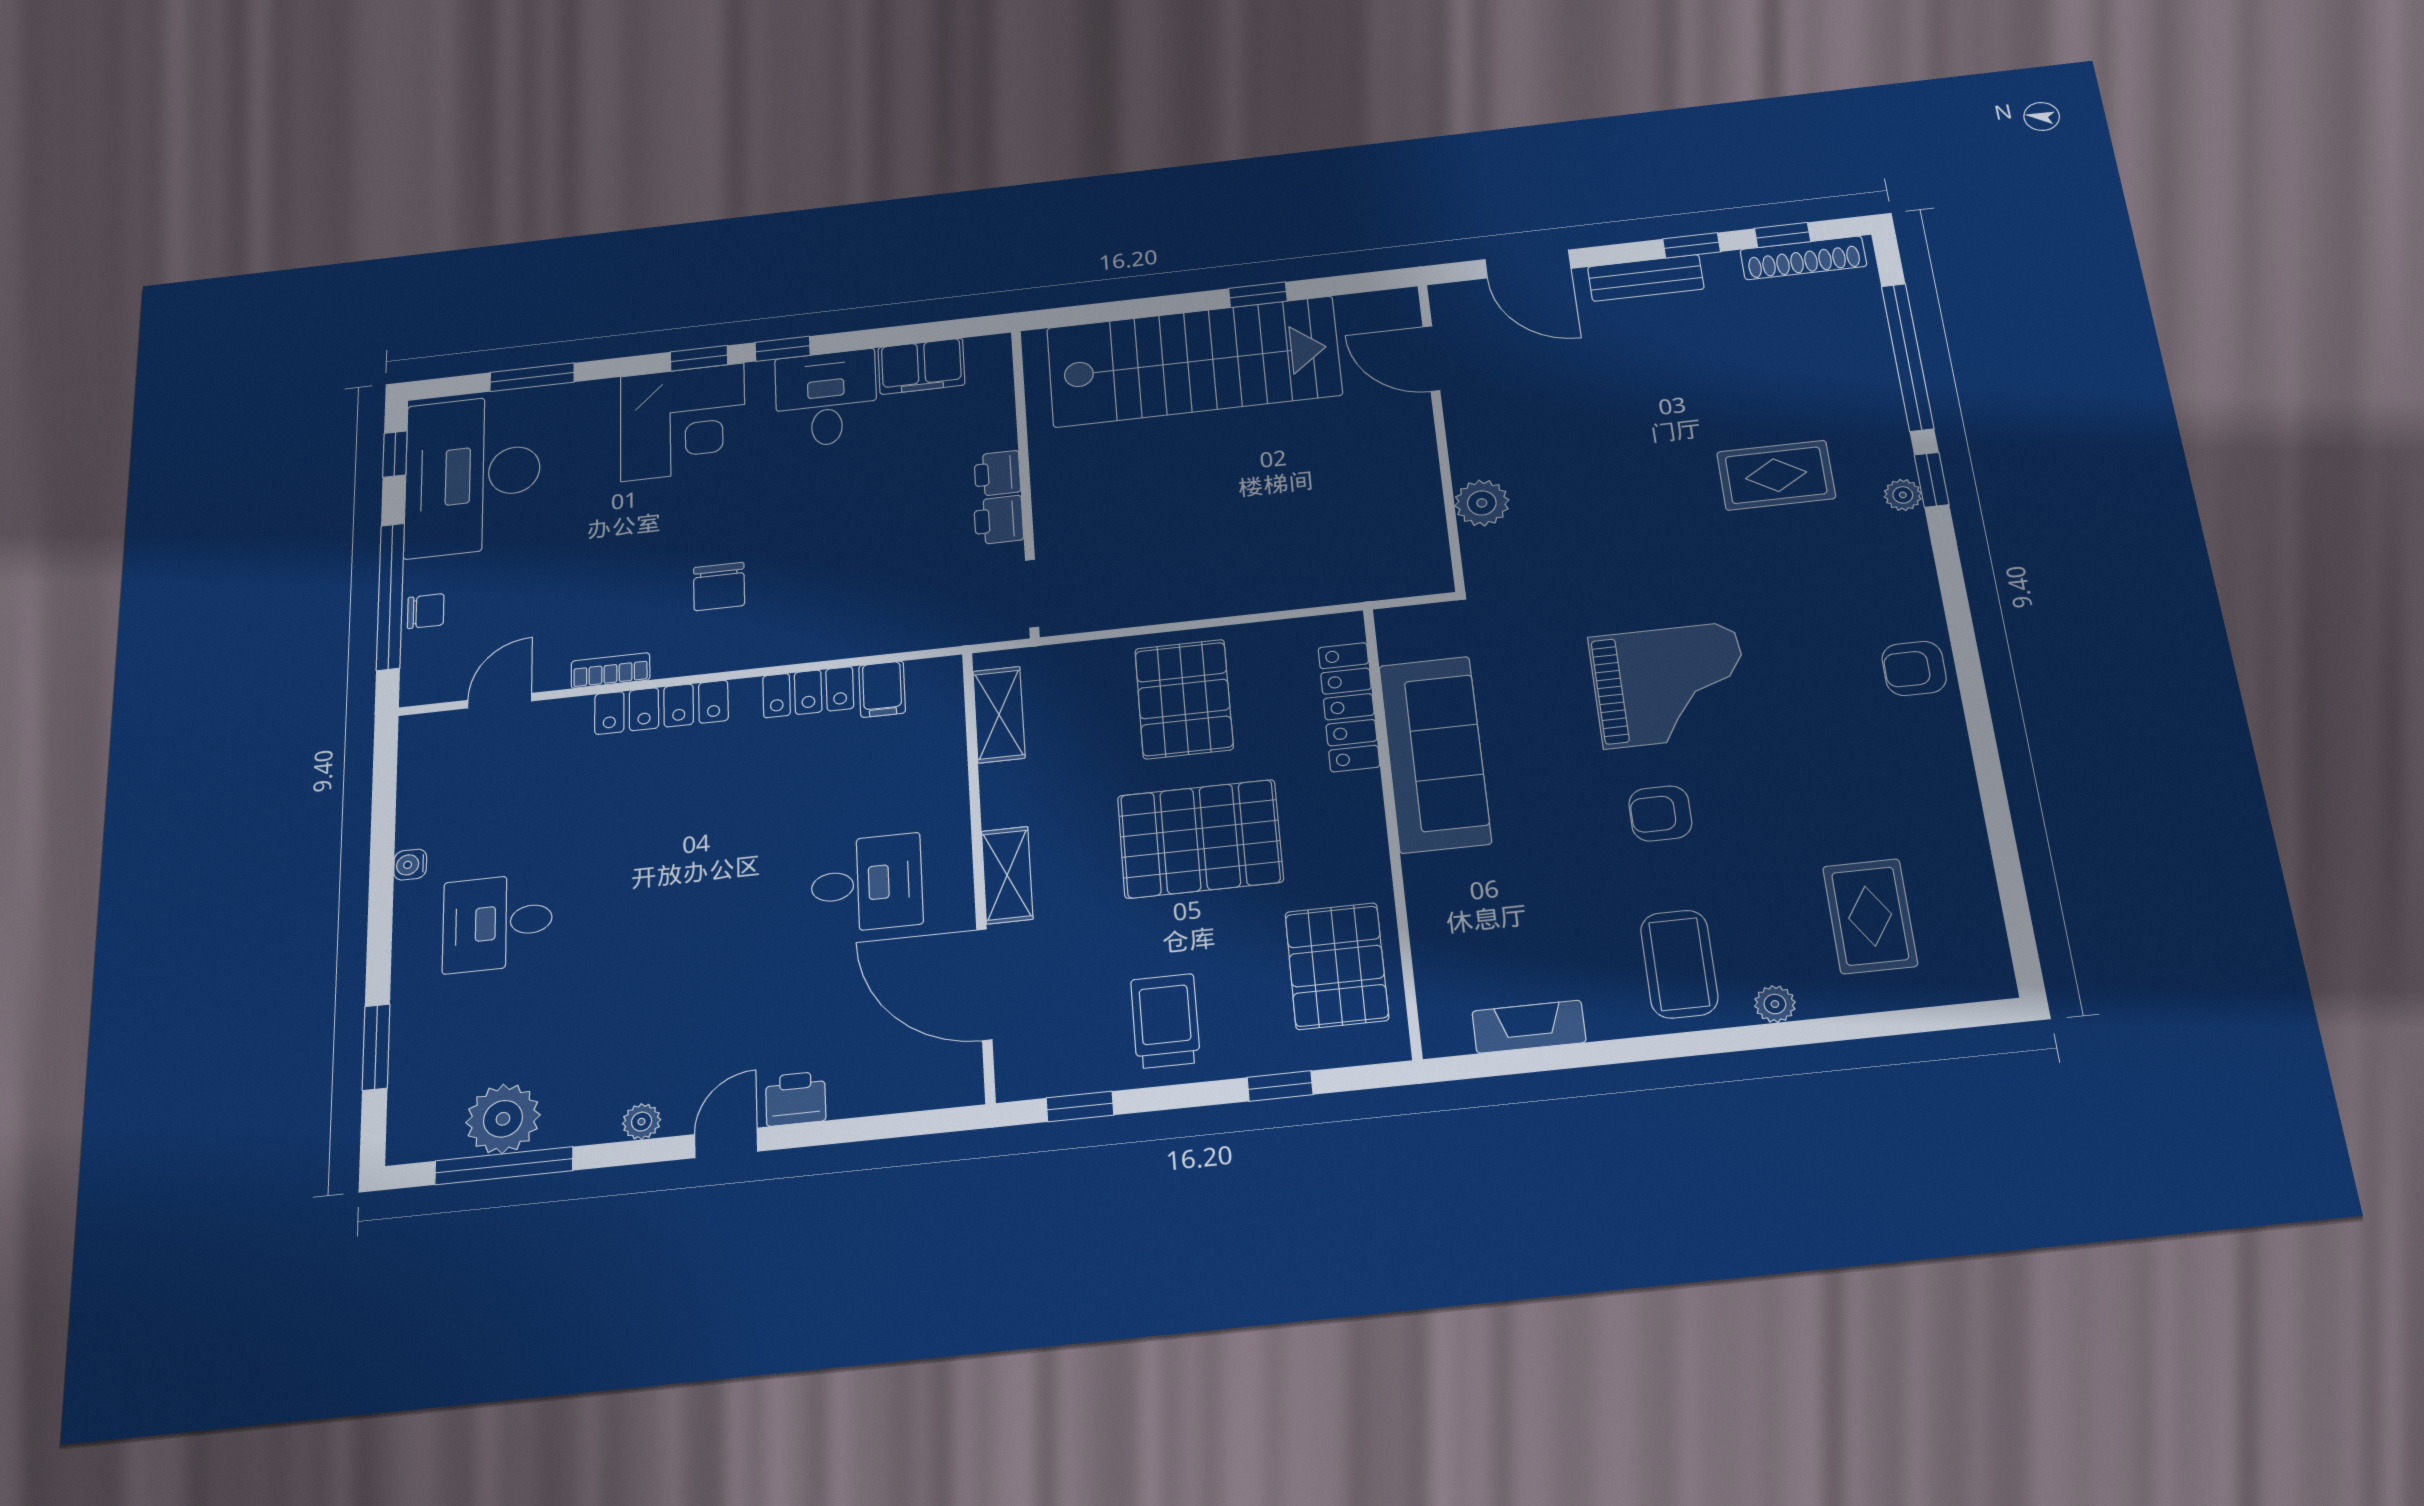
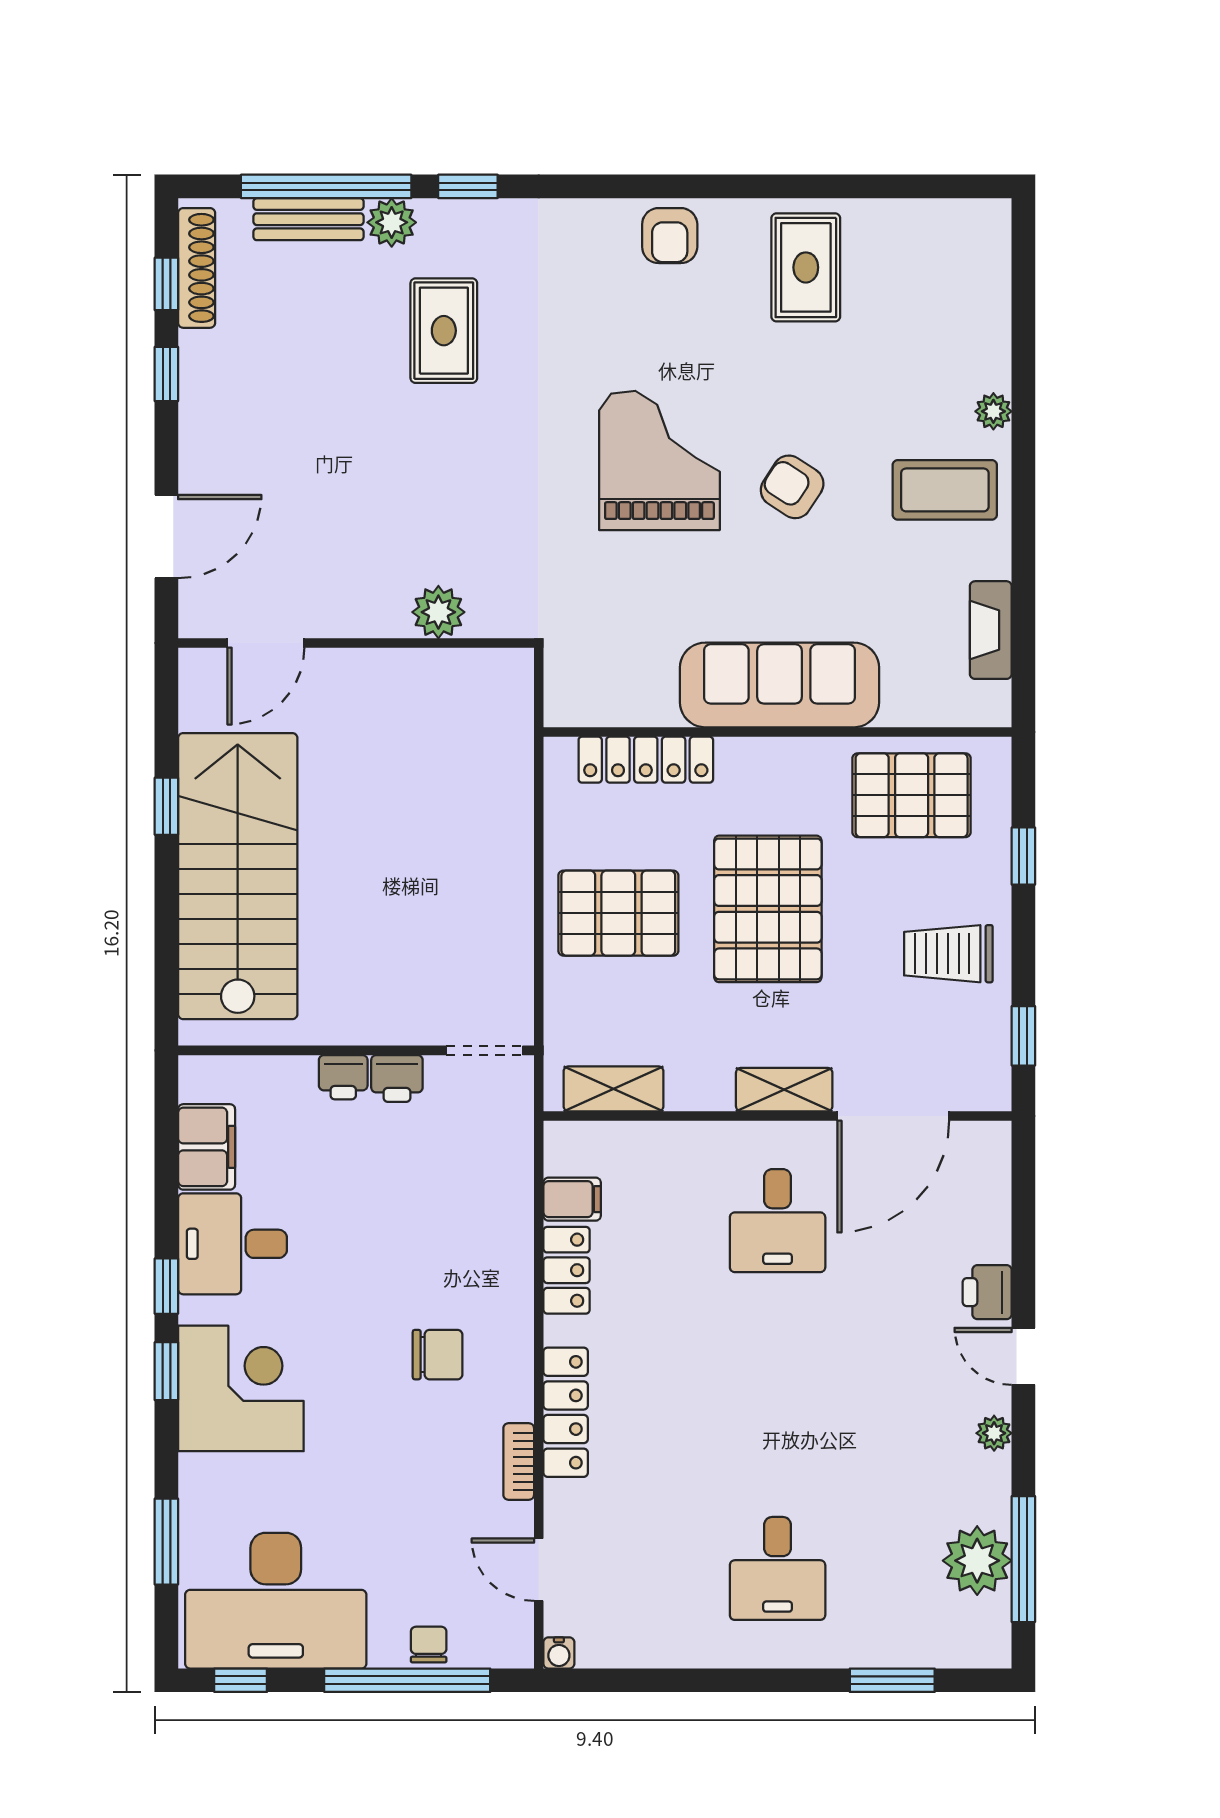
bench: (1646, 278) -> (308, 219), moved, turned 90
plant: (1903, 495) -> (392, 222), moved, width x1.38, depth x1.38
sofa: (1435, 754) -> (780, 685), moved
armchair: (1660, 813) -> (792, 487), turned 123
water cooler: (410, 865) -> (559, 1653), moved
desk: (867, 884) -> (778, 1221), turned 180
rug: (1870, 916) -> (806, 267), moved, turned 90

